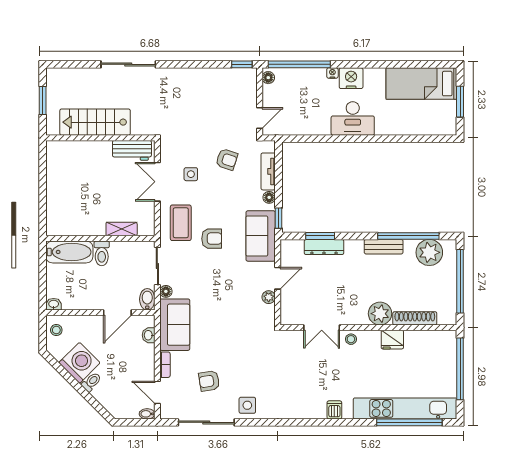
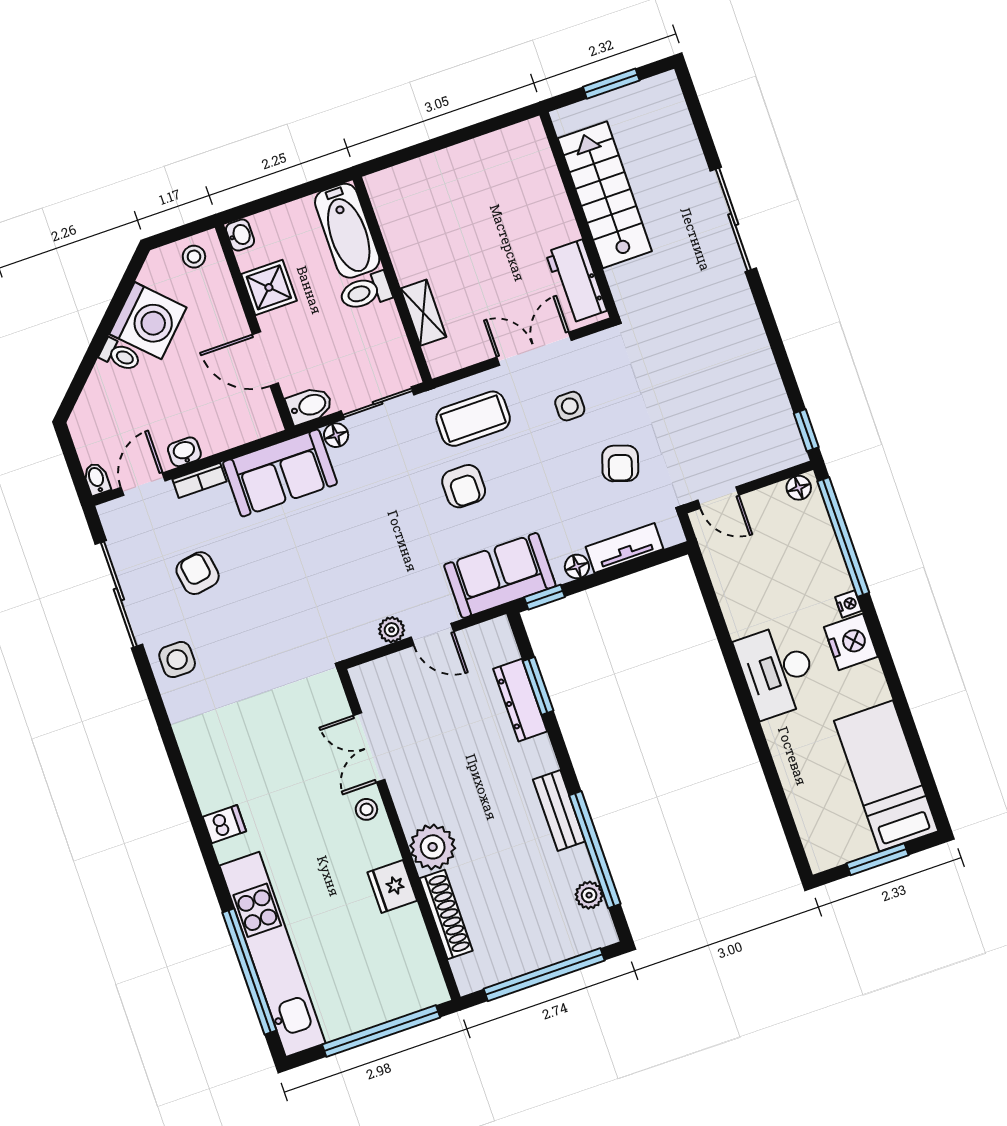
plant: (429, 252) -> (589, 895), width x0.53, depth x0.53
shower: (84, 299) -> (269, 287), added
washbasin: (149, 335) -> (184, 452), moved

